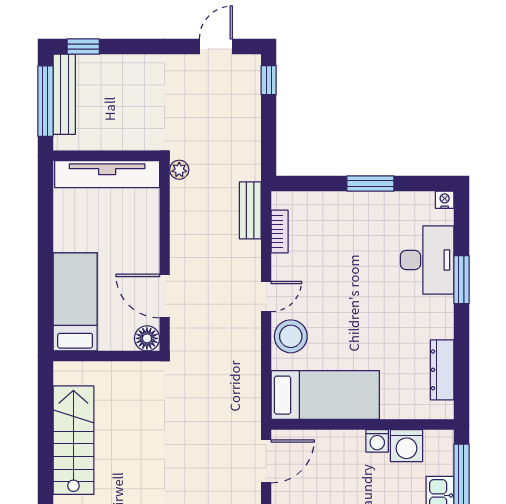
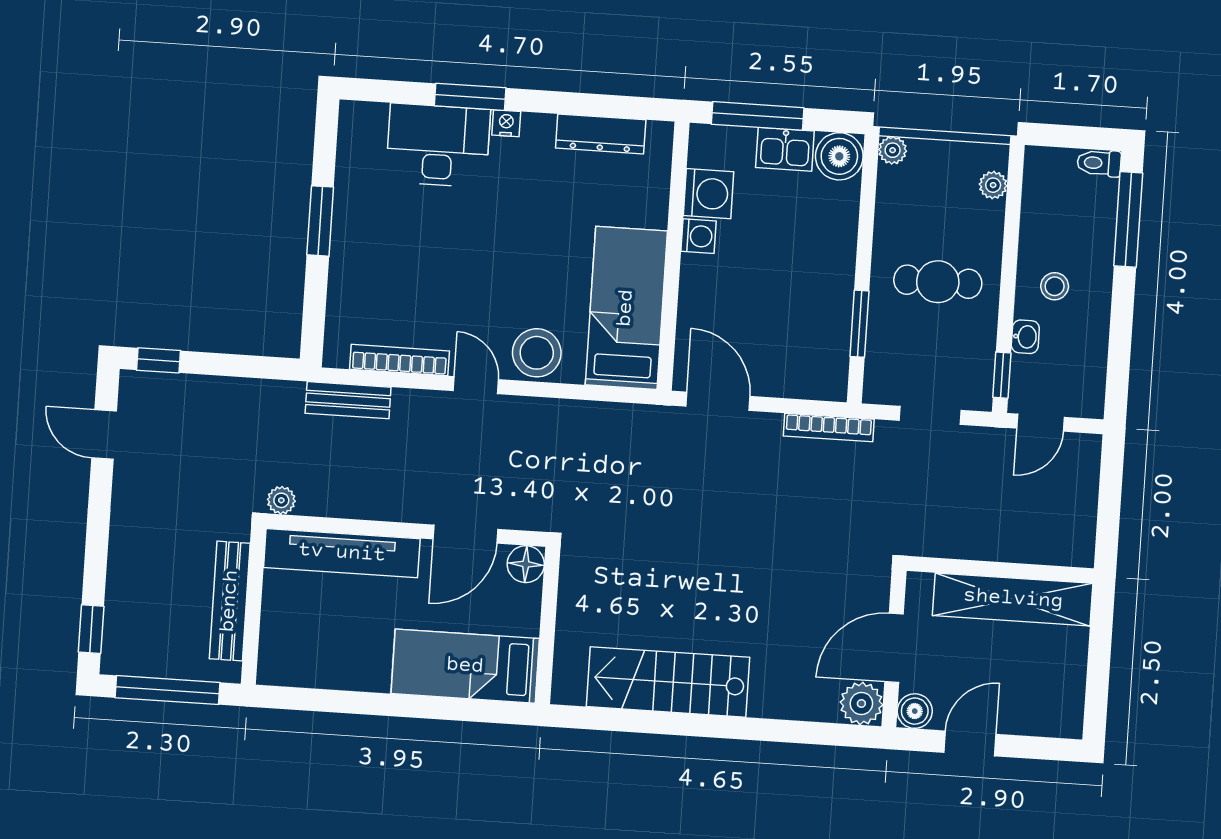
bench: (64, 94) -> (230, 601), moved, turned 90
tv unit: (107, 174) -> (342, 553), moved, turned 90
nightstand: (445, 200) -> (506, 123), moved, turned 90
bookcase: (280, 232) -> (400, 360), width x1.56

